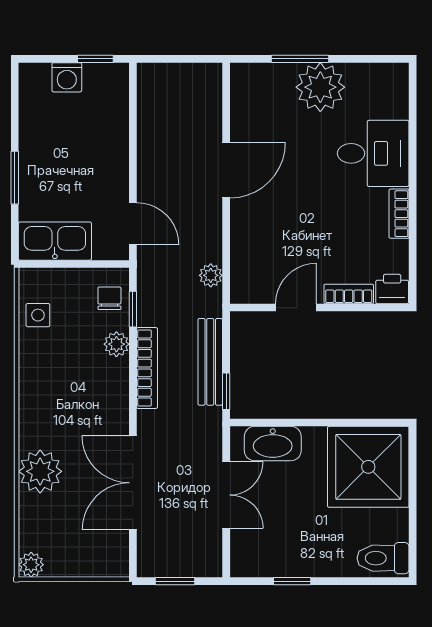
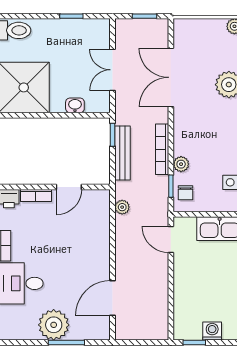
door: (226, 170) -> (113, 298), moved
washbasin: (273, 444) -> (75, 105), width x0.52, depth x0.69
double door: (133, 483) -> (171, 77), swing flipped

